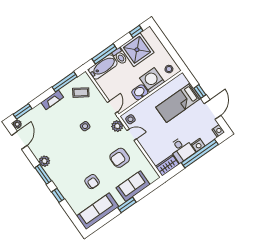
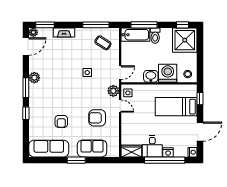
shower: (137, 50) -> (185, 40), moved
window: (200, 91) -> (200, 99), moved
fireplace: (52, 100) -> (64, 33), moved

